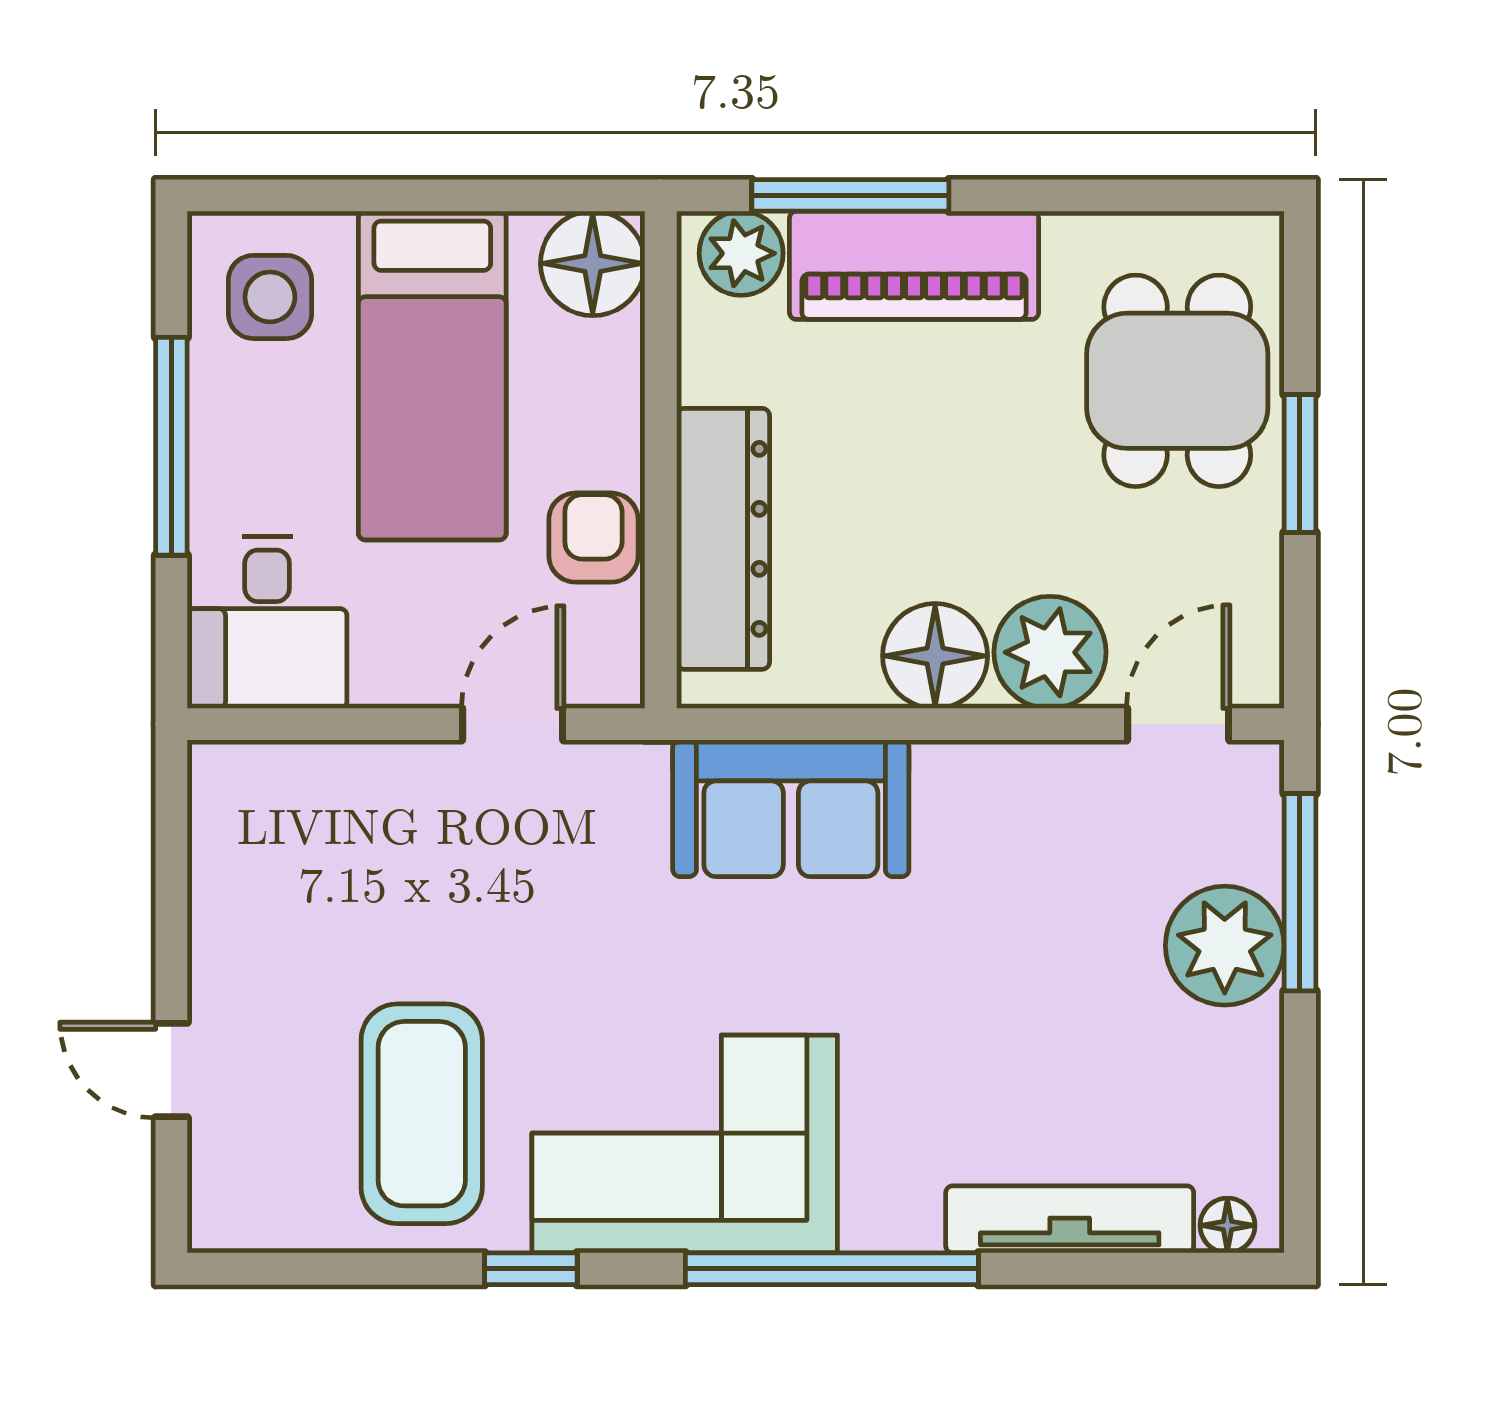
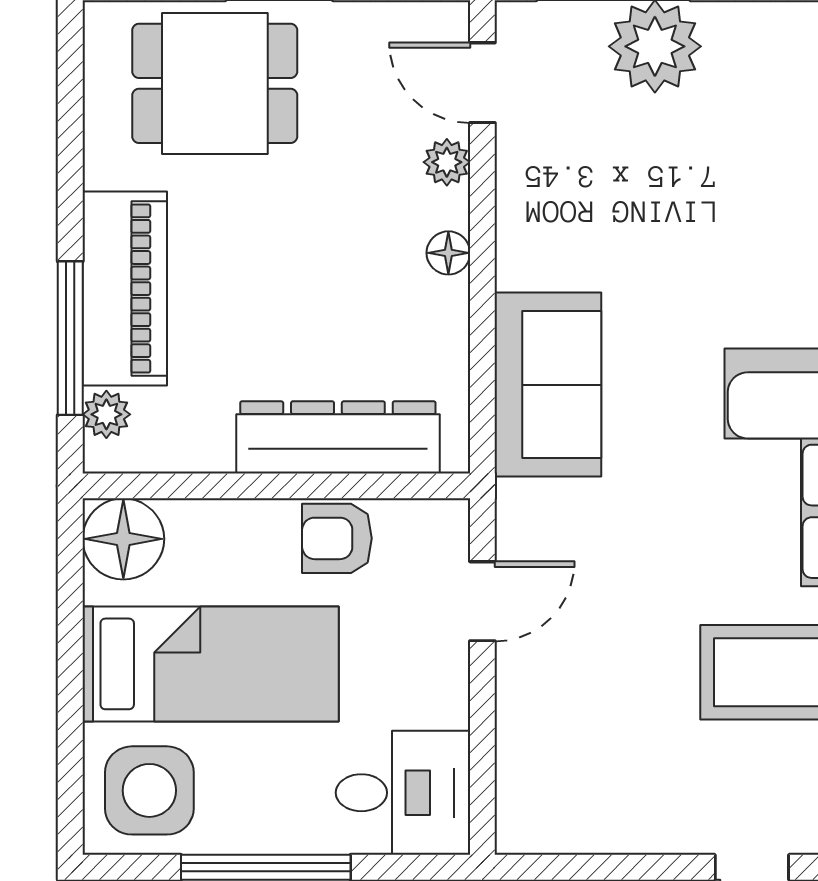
plant: (741, 253) -> (106, 414), width x0.73, depth x0.73
side table: (270, 297) -> (149, 790), width x1.37, depth x1.37
plant: (1050, 652) -> (447, 162), width x0.53, depth x0.53
floor lamp: (935, 656) -> (448, 253), width x0.53, depth x0.53
door: (513, 724) -> (482, 601), swing flipped

